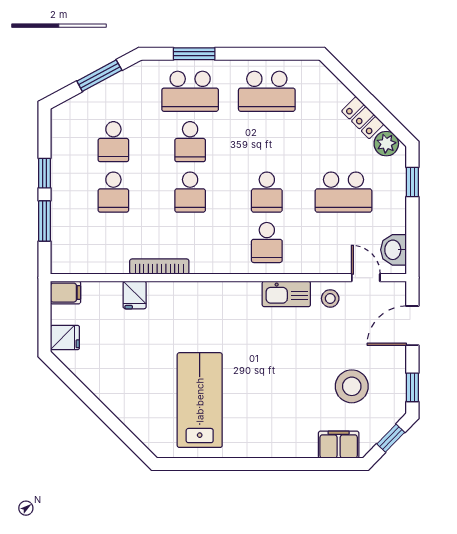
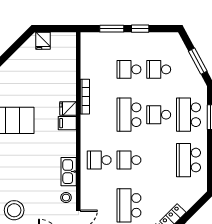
school desk: (190, 192) -> (129, 115), width x1.85
filing cabinet: (66, 293) -> (67, 123), moved, turned 90
fridge: (135, 295) -> (68, 108), moved

